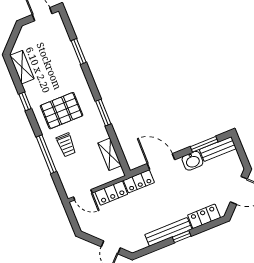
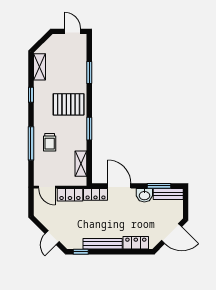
pallet: (62, 111) -> (69, 104), moved
window: (182, 237) -> (81, 252), moved

